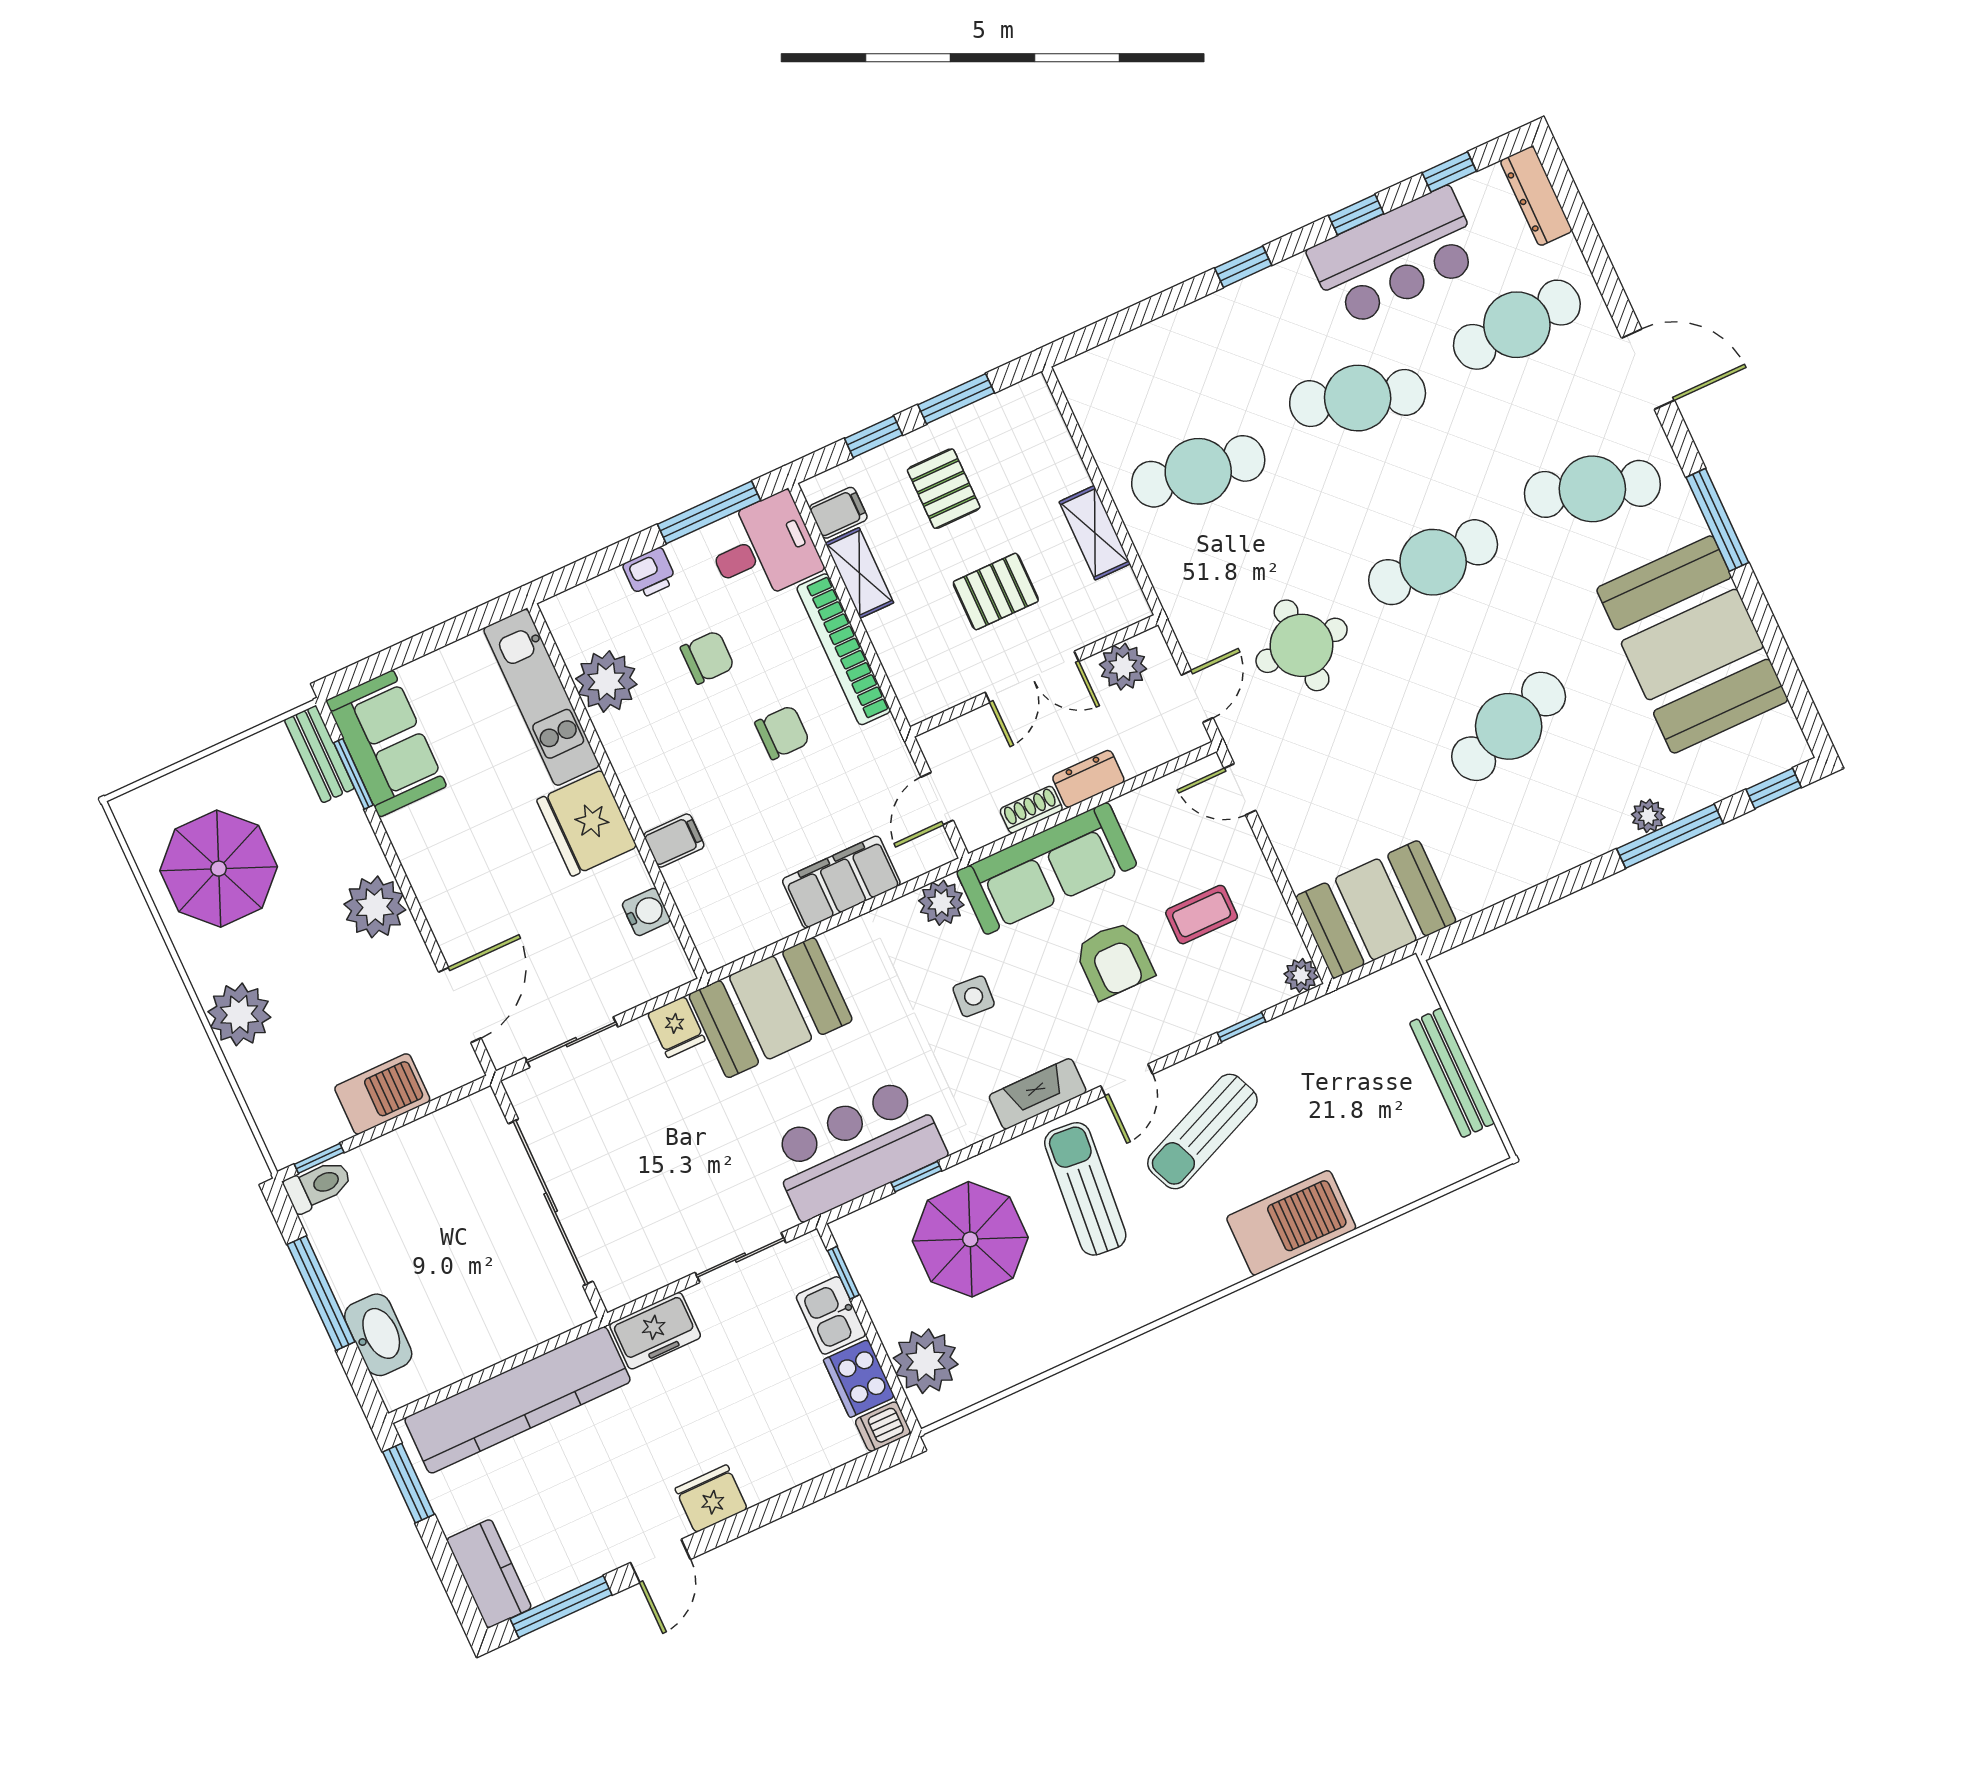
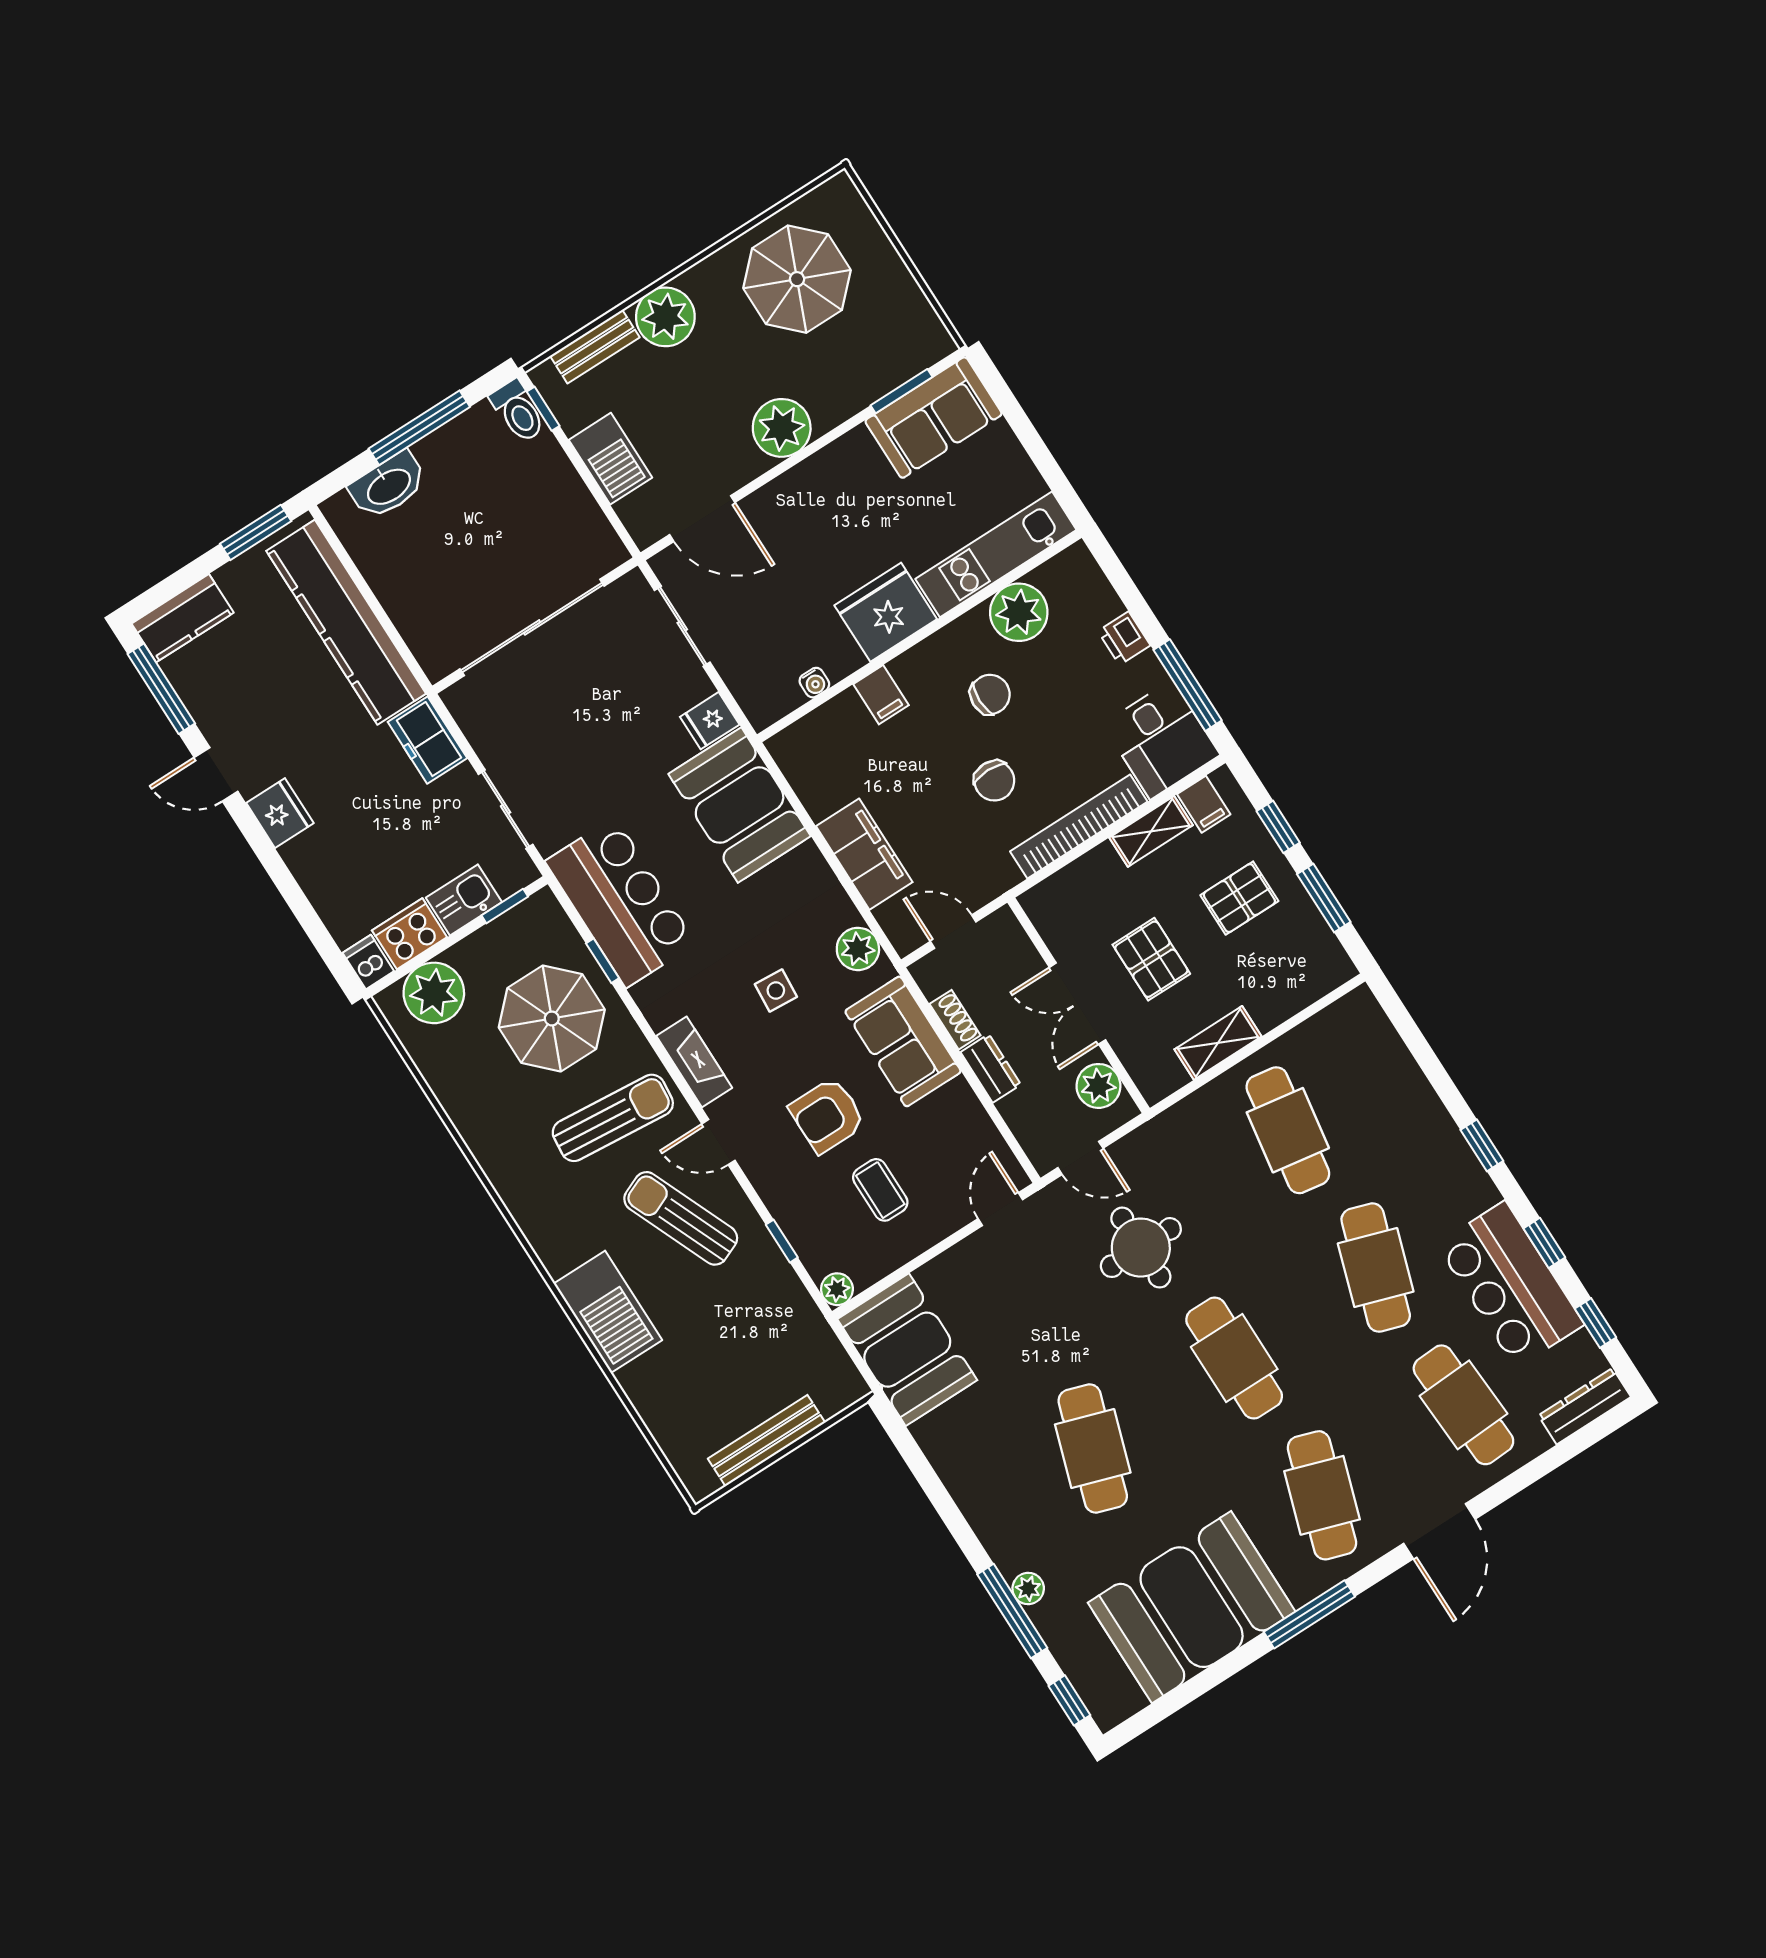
chair: (707, 657) -> (990, 694), moved, turned -90
cafe table: (1509, 726) -> (1093, 1448), turned 36
bench: (319, 754) -> (595, 347), moved
sofa: (1047, 868) -> (903, 1041), width x0.73
water cooler: (646, 912) -> (814, 683), width x0.72, depth x0.72

